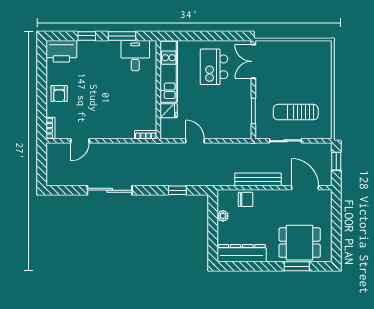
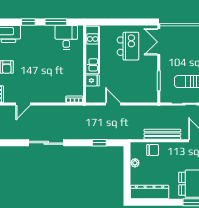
kitchen island: (214, 67) -> (128, 46), turned 180

